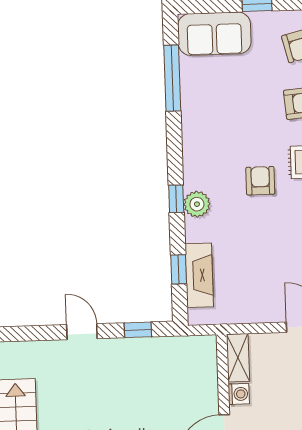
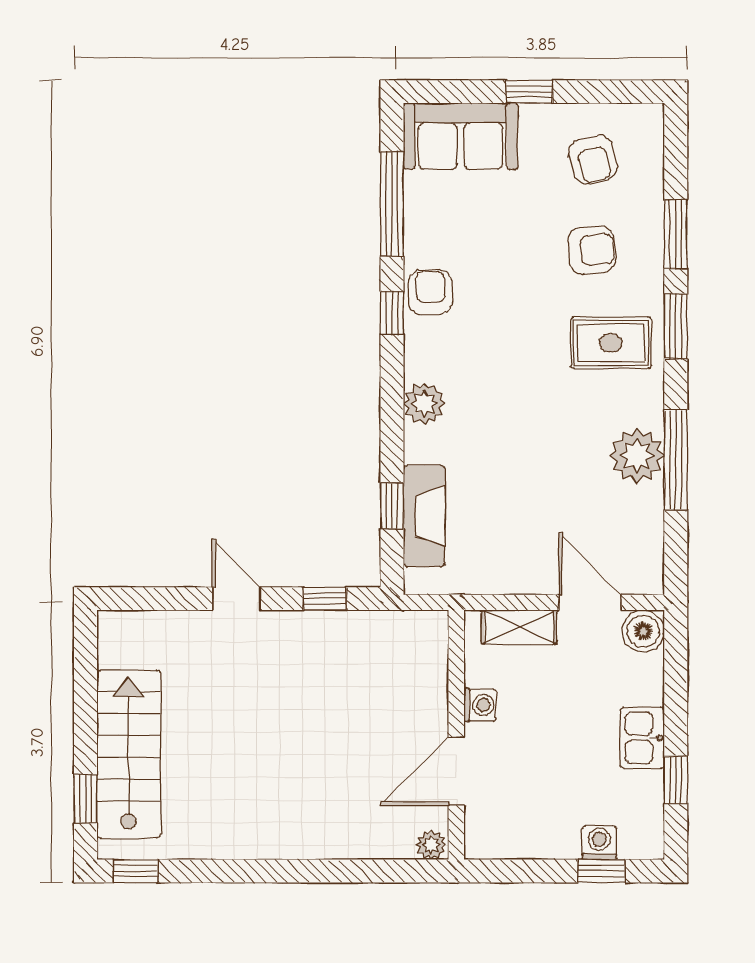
armchair: (260, 181) -> (430, 292), moved
window: (176, 199) -> (392, 313), moved
shelving: (238, 358) -> (519, 627), moved, turned 90

